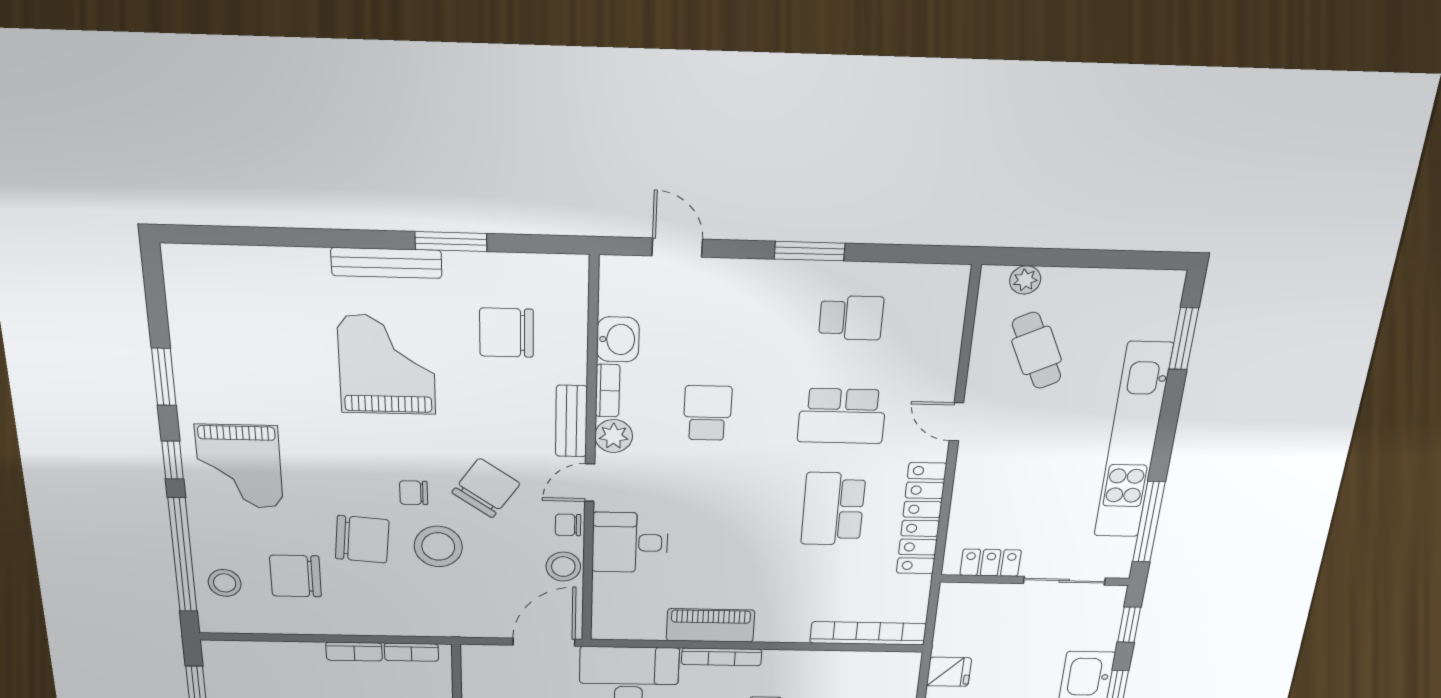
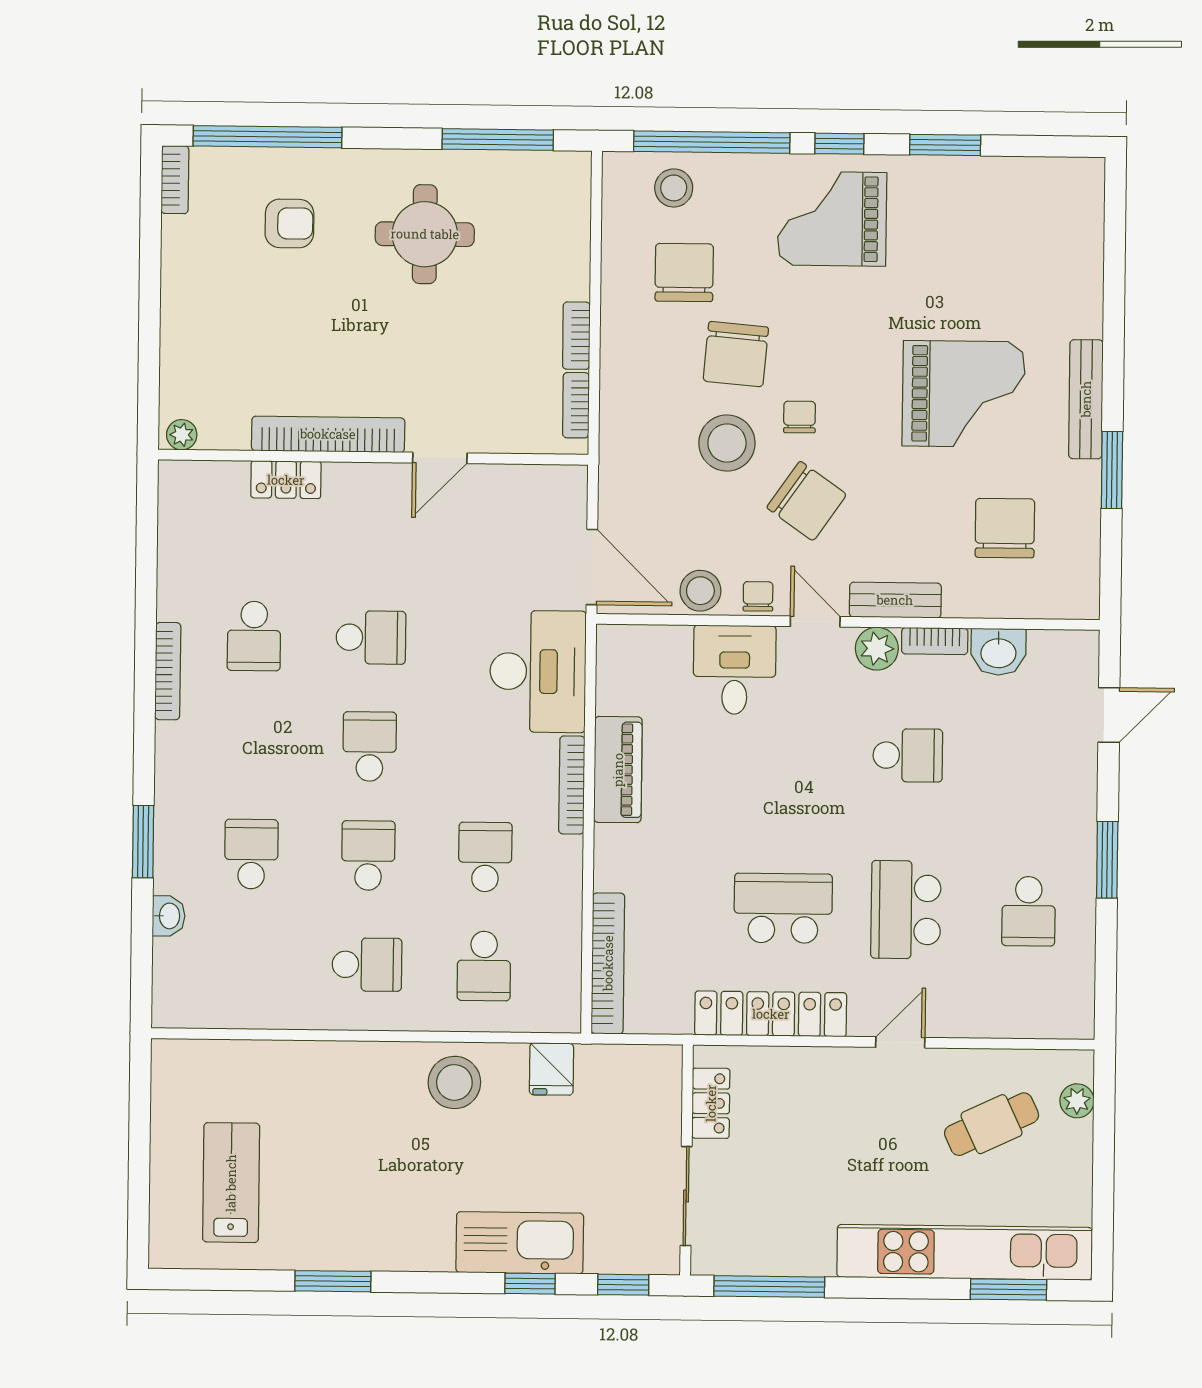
kitchen unit: (1133, 441) -> (965, 1252), moved

